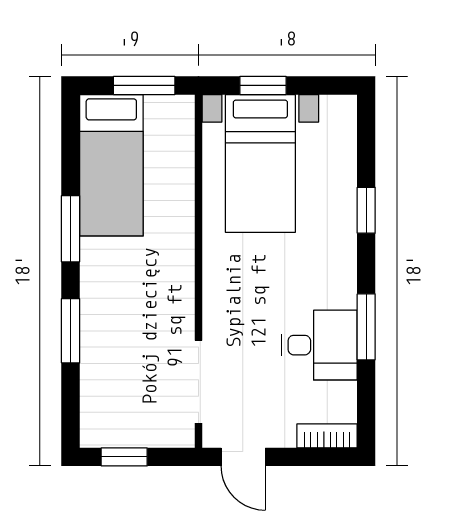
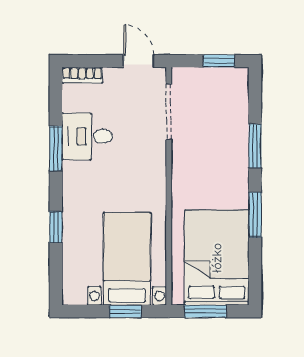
bed: (111, 165) -> (217, 258), width x1.50

